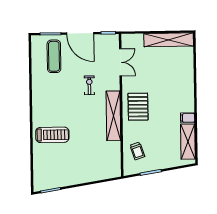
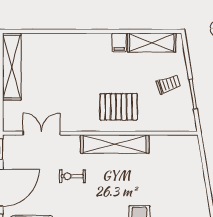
pallet: (138, 107) -> (119, 107), moved
trolley: (137, 151) -> (169, 84), moved

